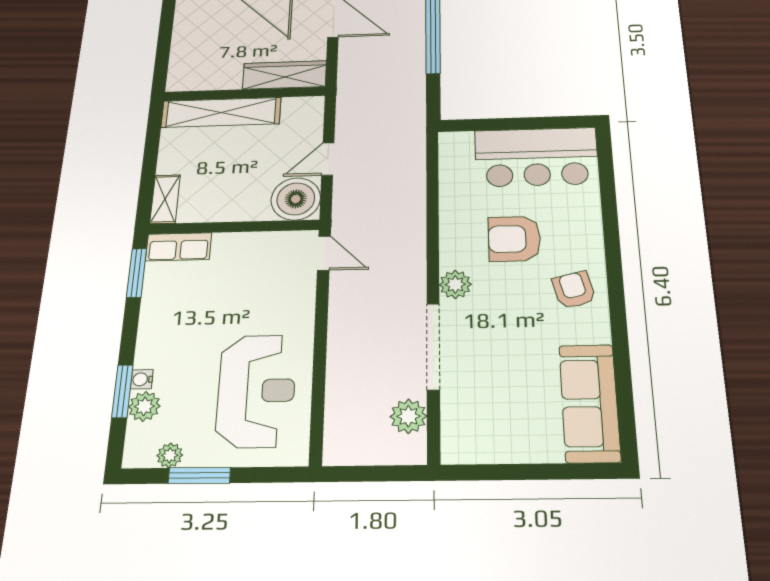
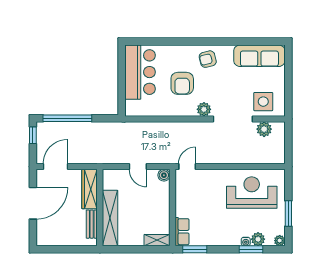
bench: (211, 81) -> (92, 224), added
boiler: (296, 199) -> (164, 175), width x0.54, depth x0.54
side table: (476, 413) -> (263, 102), added
plant: (170, 455) -> (280, 241), moved

